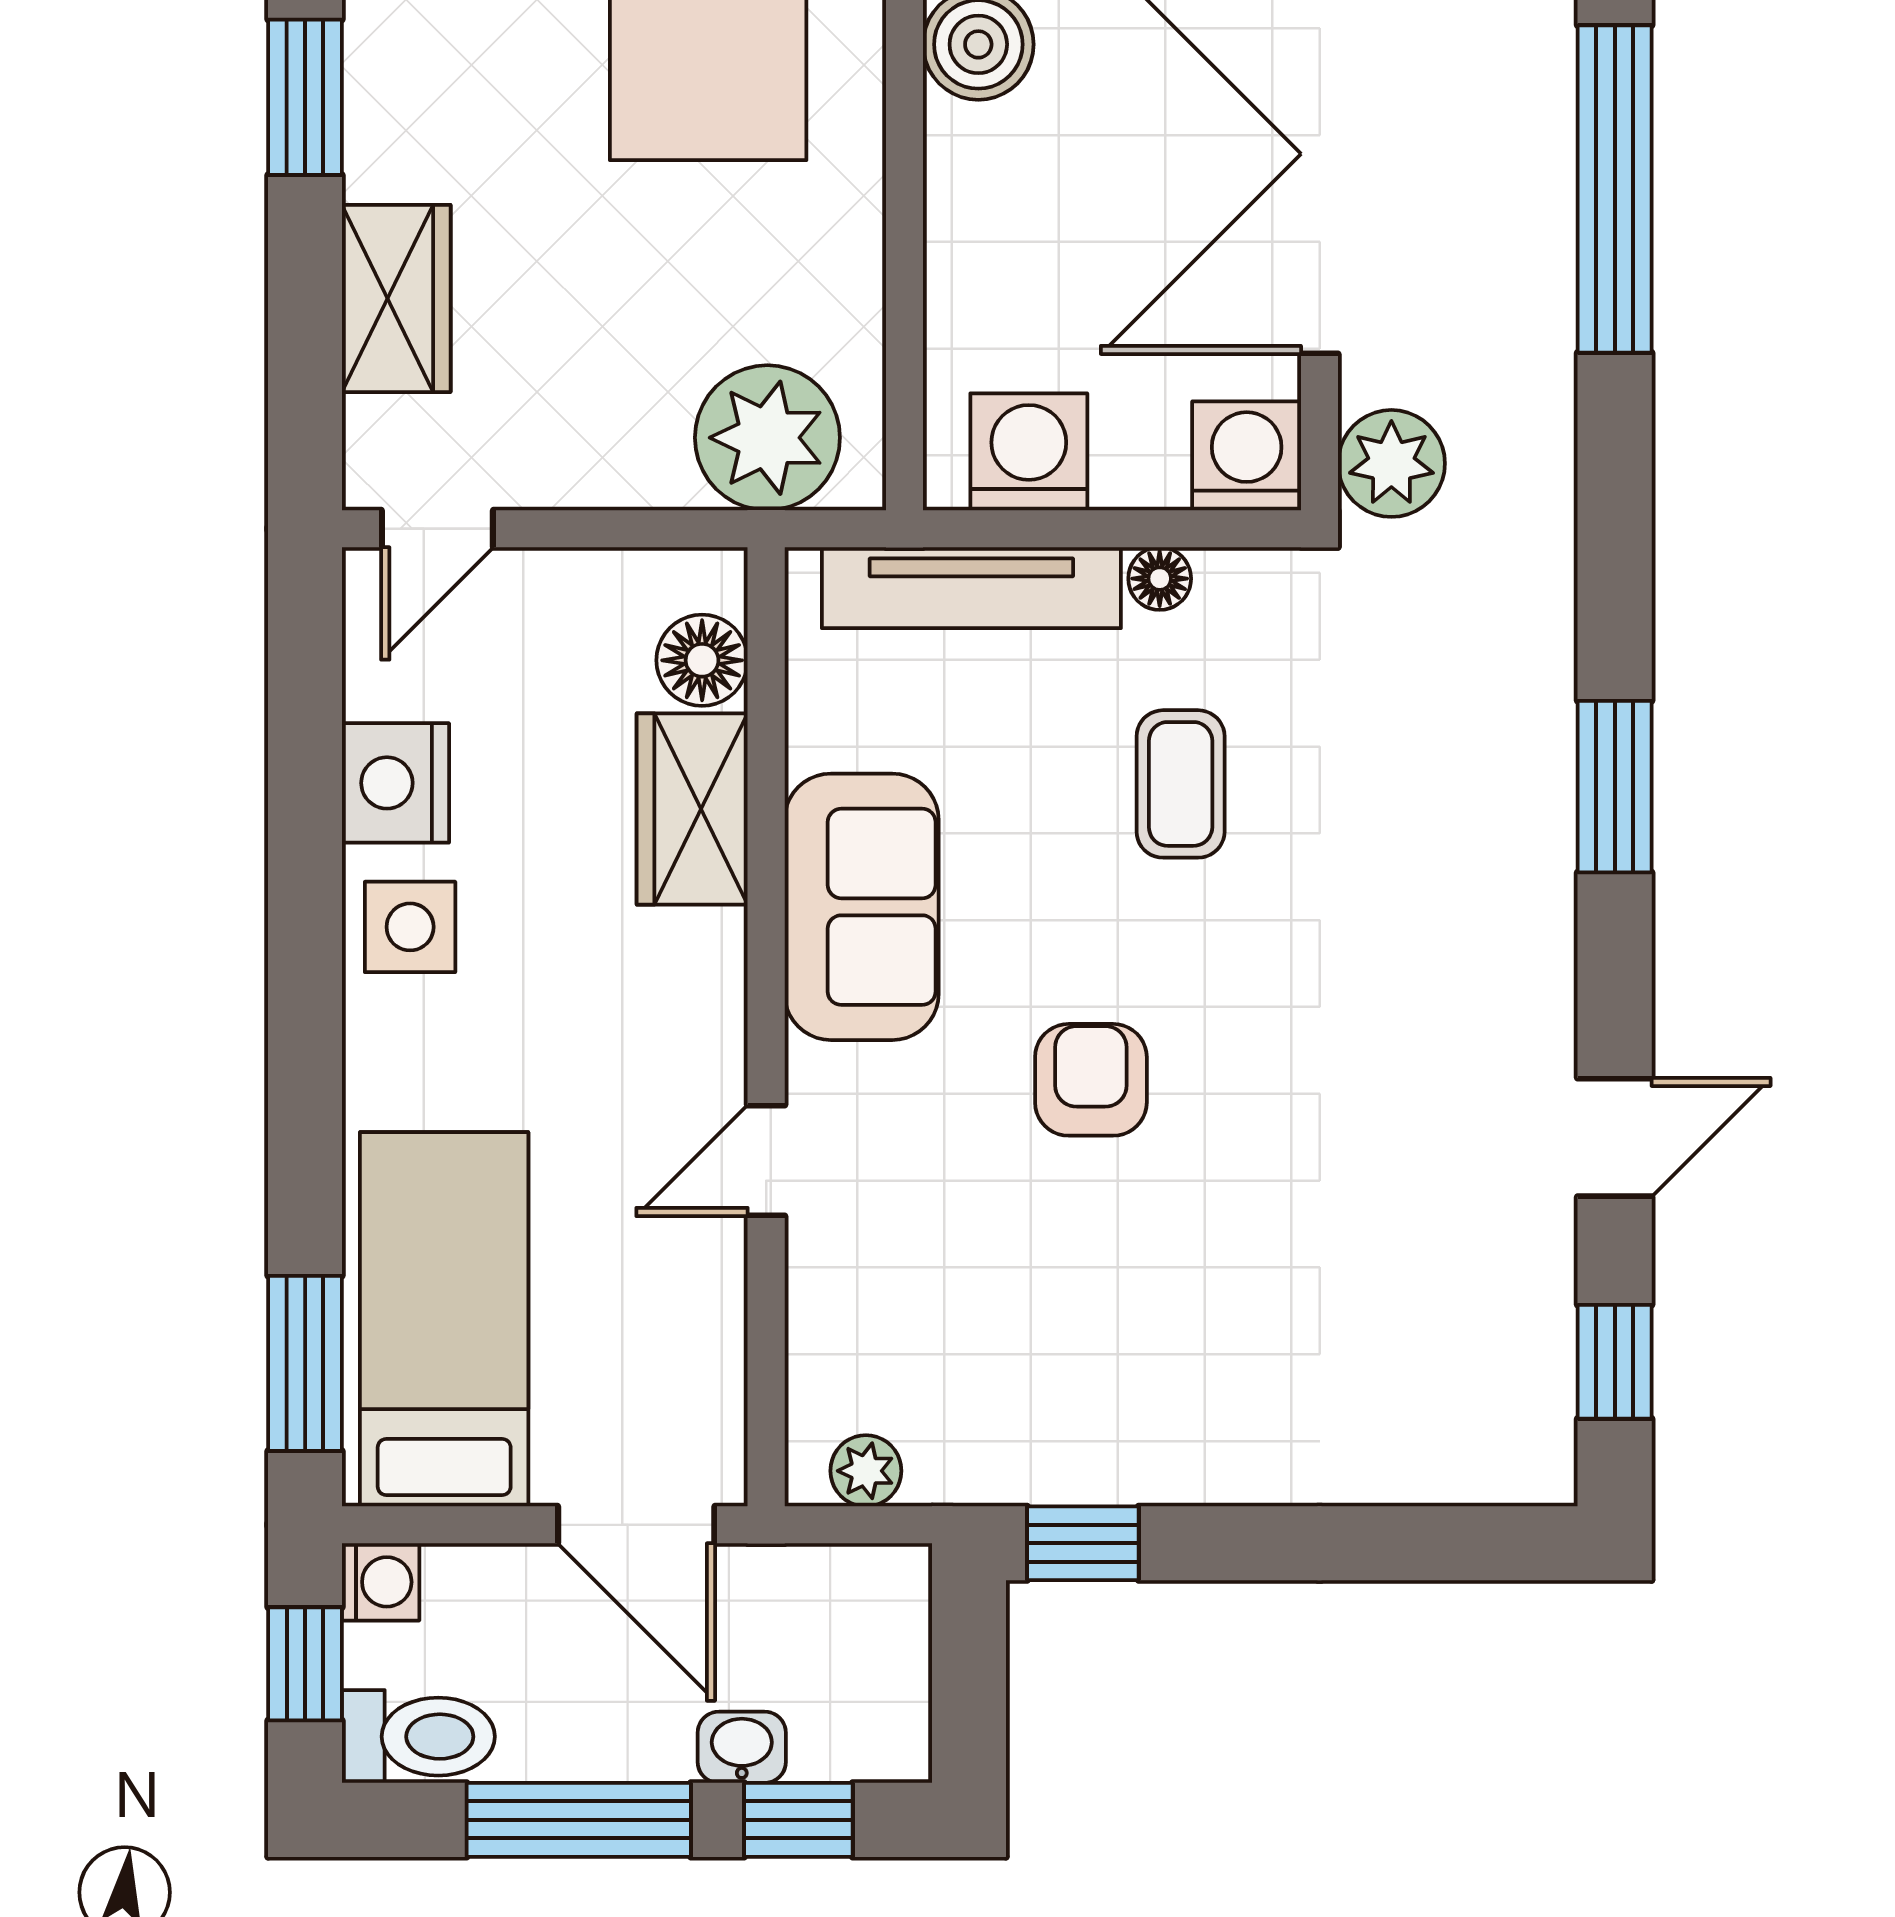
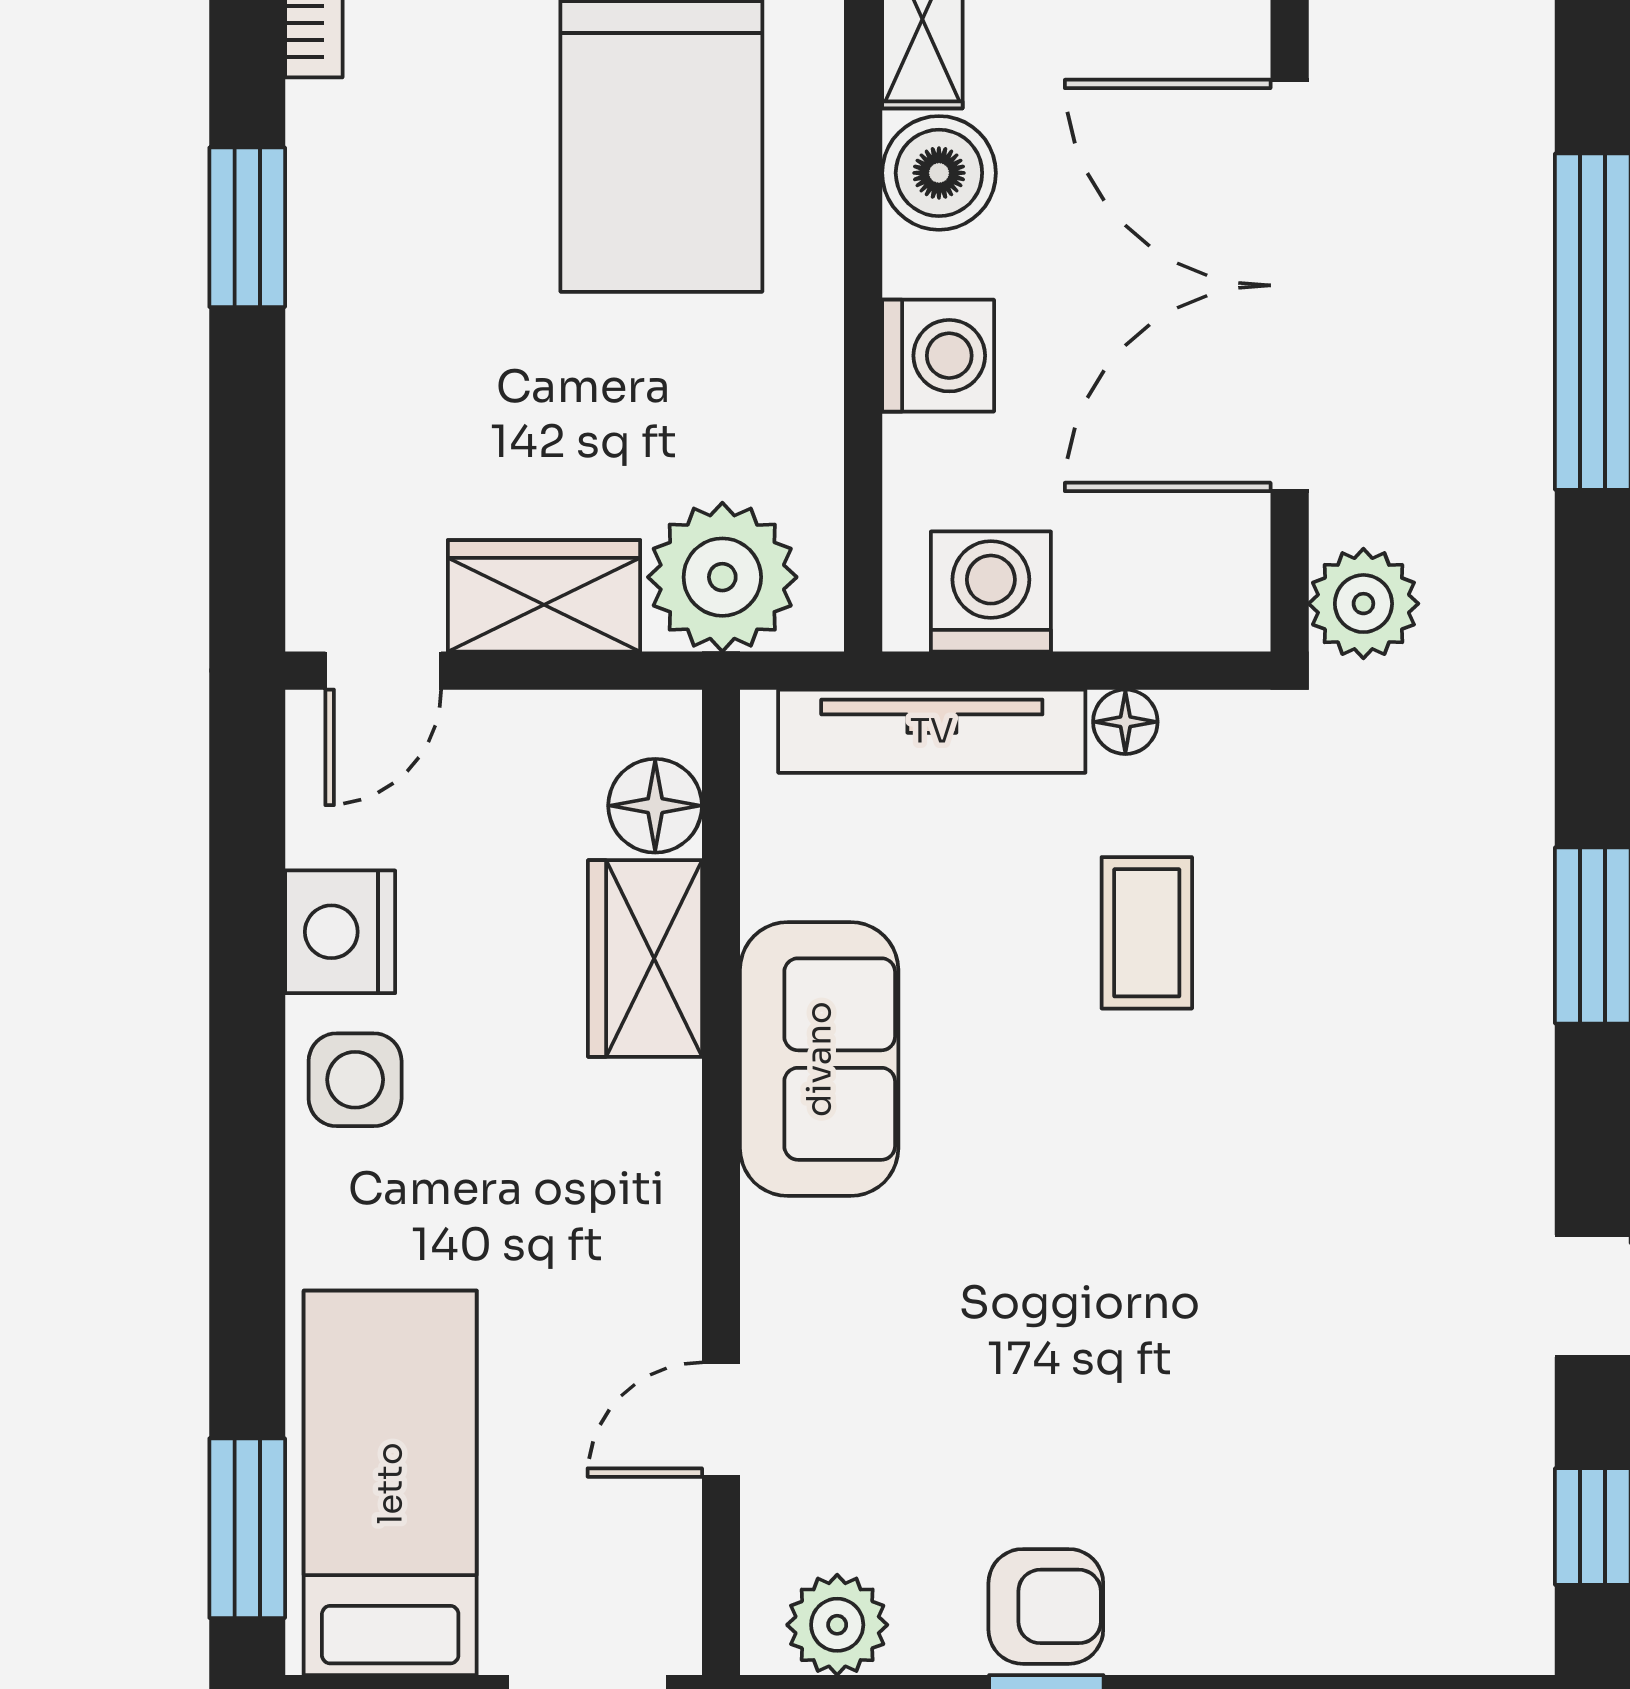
wardrobe: (396, 298) -> (544, 596), moved, turned -90
washing machine: (1247, 456) -> (938, 356), moved, turned 90
armchair: (1091, 1080) -> (1046, 1606), moved, turned 90
door: (766, 1160) -> (721, 1420), moved
plant: (866, 1471) -> (837, 1625), width x1.38, depth x1.38

